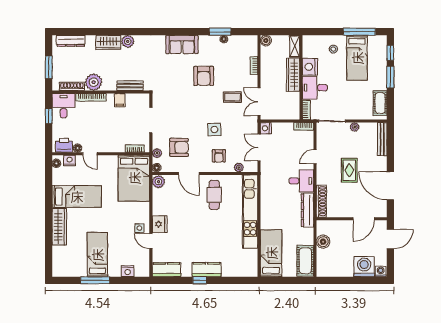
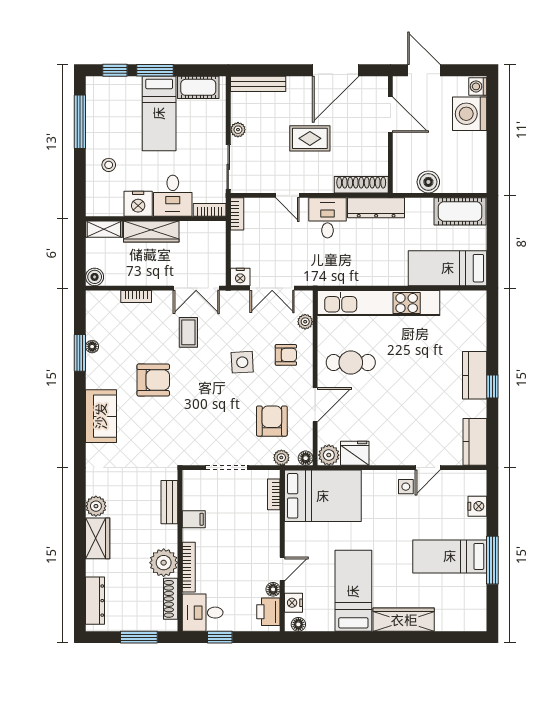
bed: (357, 58) -> (159, 113), moved, turned 90
fridge: (160, 224) -> (355, 453), moved

